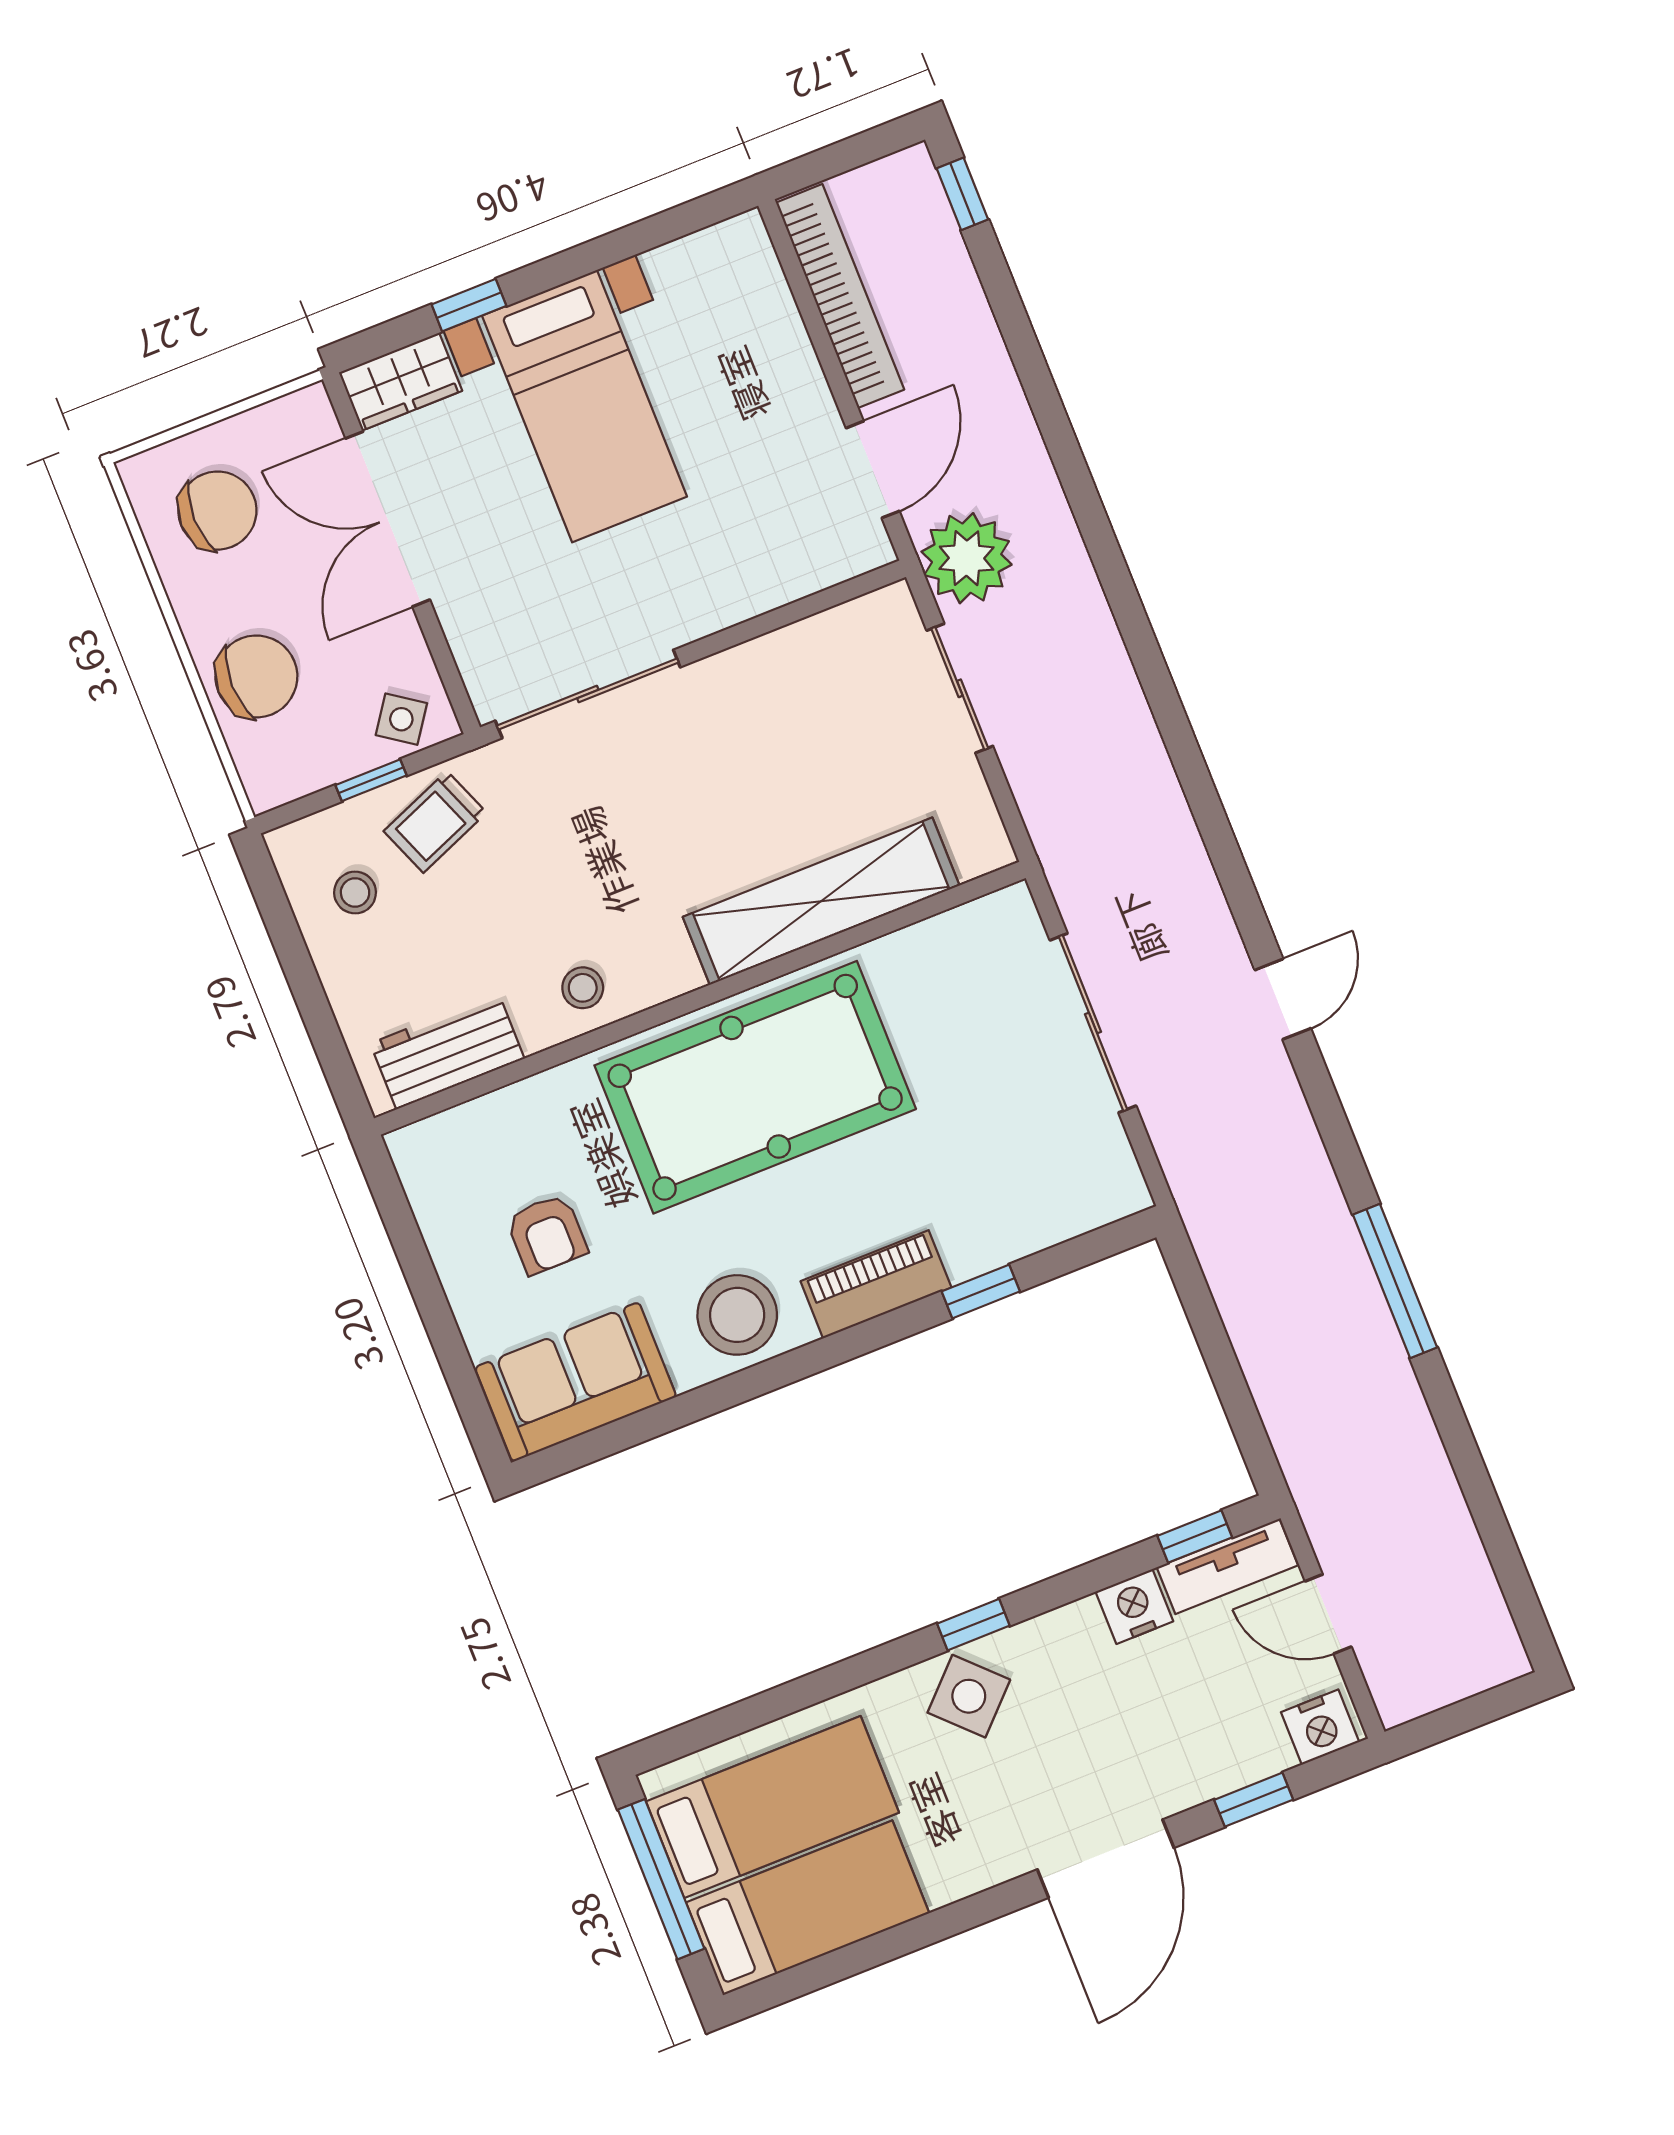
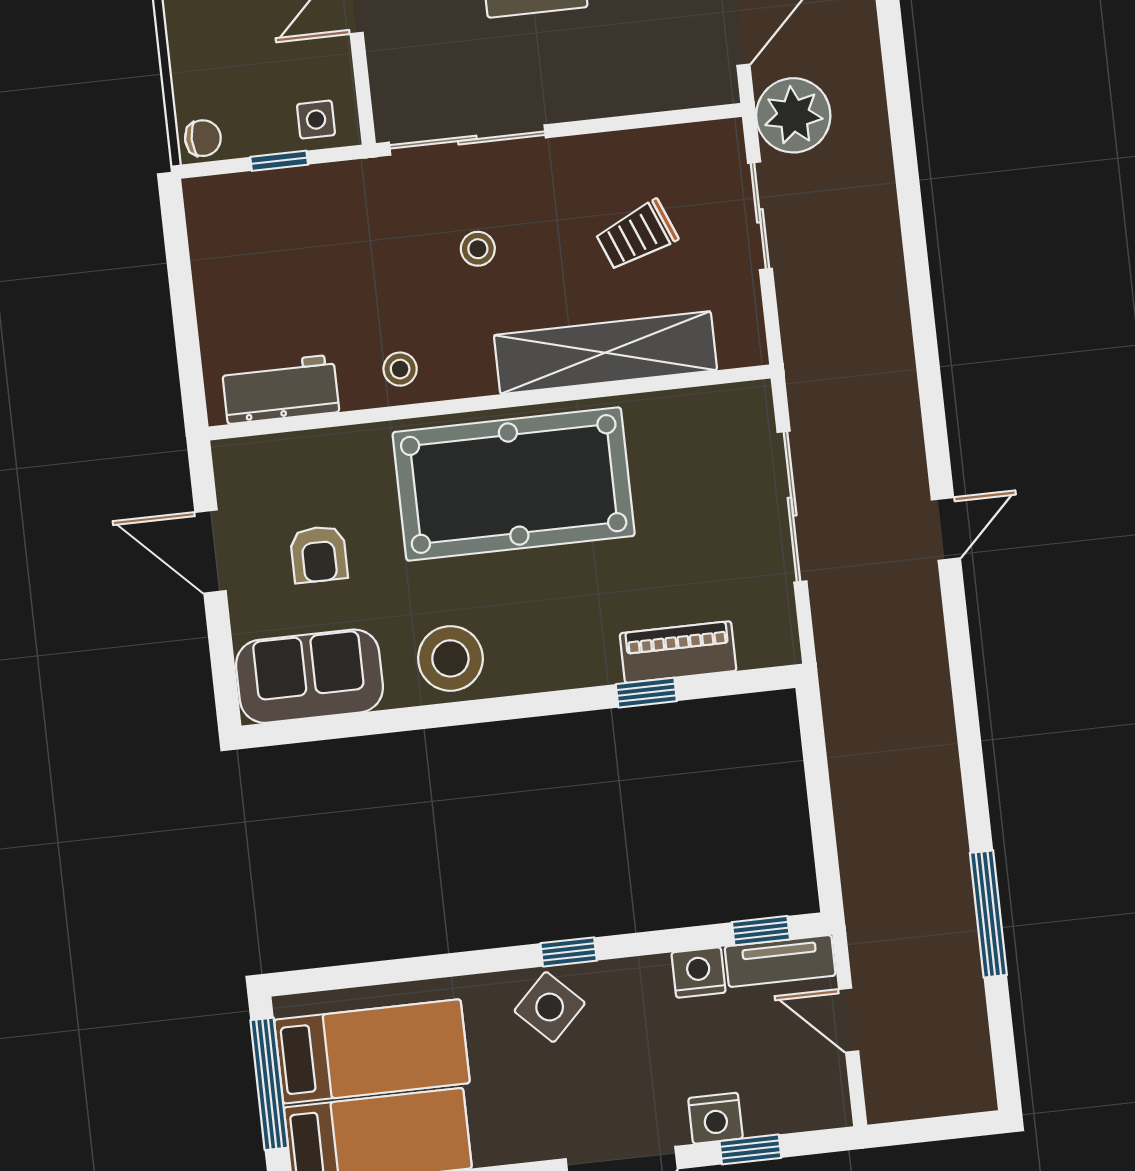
chair: (256, 676) -> (203, 138), moved, width x0.54, depth x0.54
side table: (401, 719) -> (316, 120), turned -35
trolley: (435, 822) -> (637, 235), moved
stool: (355, 893) -> (478, 249), moved
door: (417, 1266) -> (210, 552), added
window: (1395, 1281) -> (988, 914), moved
piano: (876, 1284) -> (678, 652), moved
nightstand: (1320, 1727) -> (715, 1118), moved

